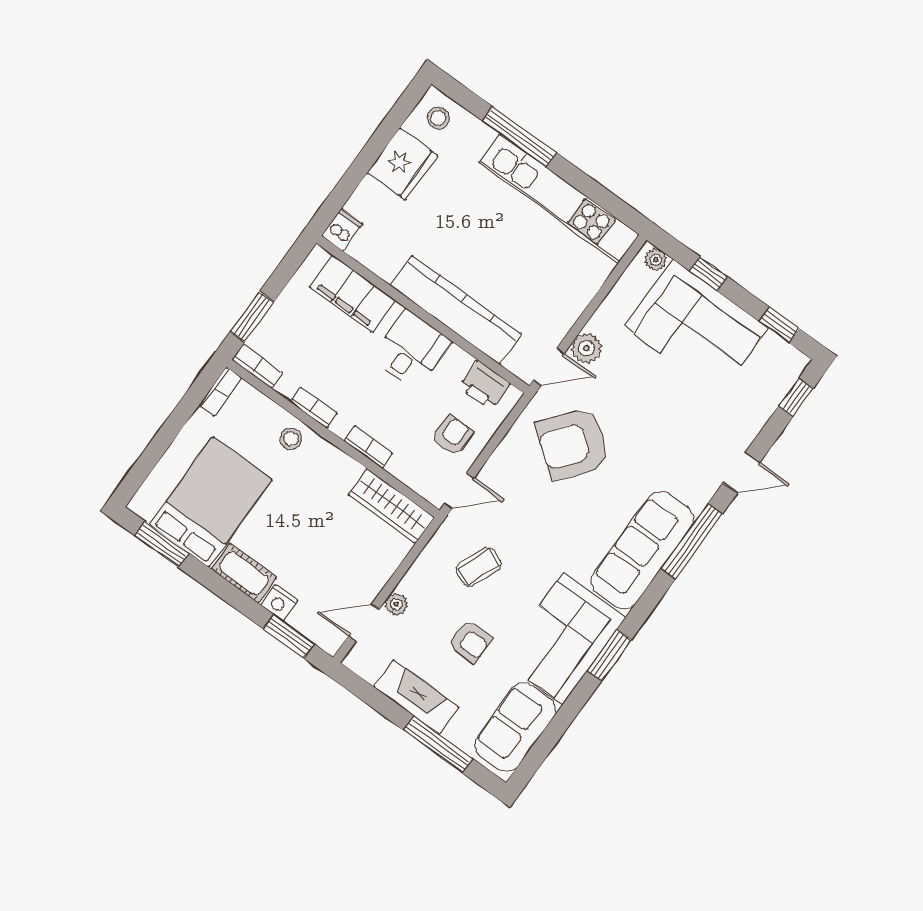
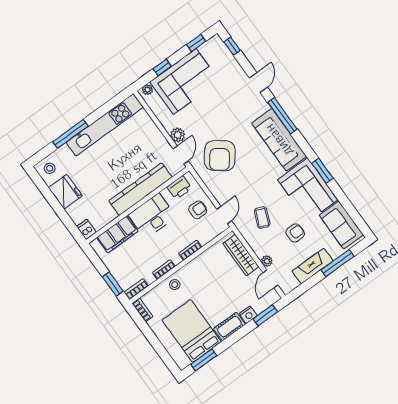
desk: (411, 350) -> (152, 216), width x1.37
armchair: (453, 436) -> (198, 210), turned 90
wardrobe: (391, 506) -> (241, 255), moved, turned 90

